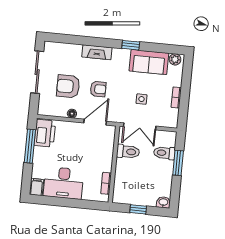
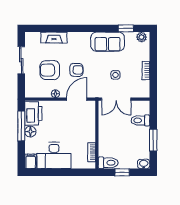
window: (131, 45) -> (126, 28), moved
fireplace: (97, 52) -> (54, 38), moved
sofa: (149, 62) -> (108, 42), moved
sliding door: (37, 72) -> (21, 60), width x0.73
toilet: (128, 152) -> (108, 163), moved
floor lamp: (40, 153) -> (30, 132), added
window: (178, 163) -> (153, 140), moved

